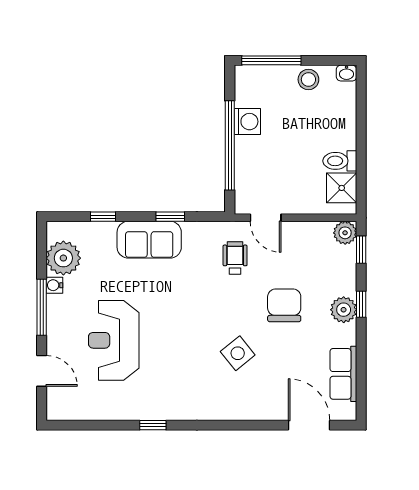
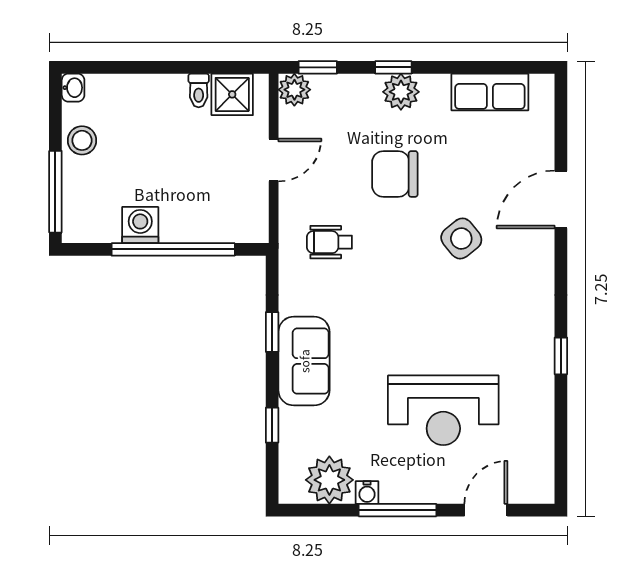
toilet: (340, 161) -> (199, 90), width x0.73, depth x0.72
door: (266, 218) -> (274, 160), moved
door: (309, 425) -> (561, 199), moved

